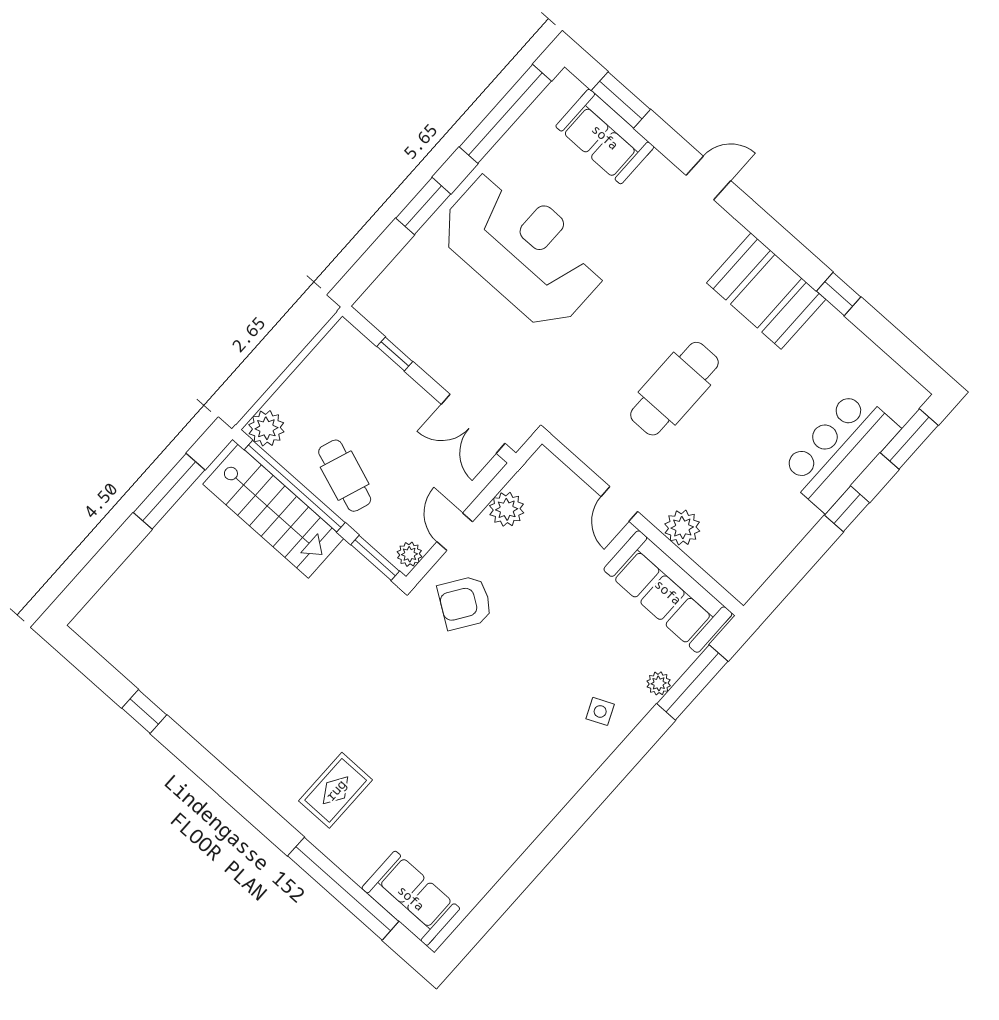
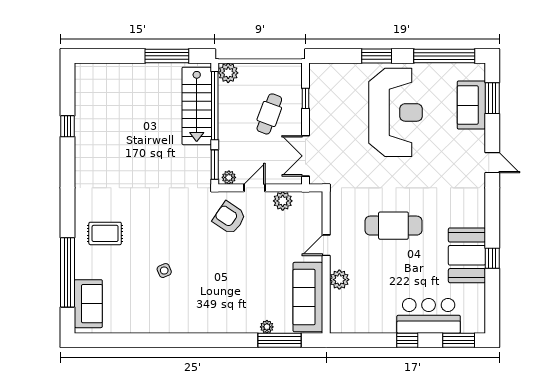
booth: (766, 291) -> (467, 255), moved
cafe table: (345, 476) -> (269, 114), moved
side table: (600, 711) -> (164, 271), moved

